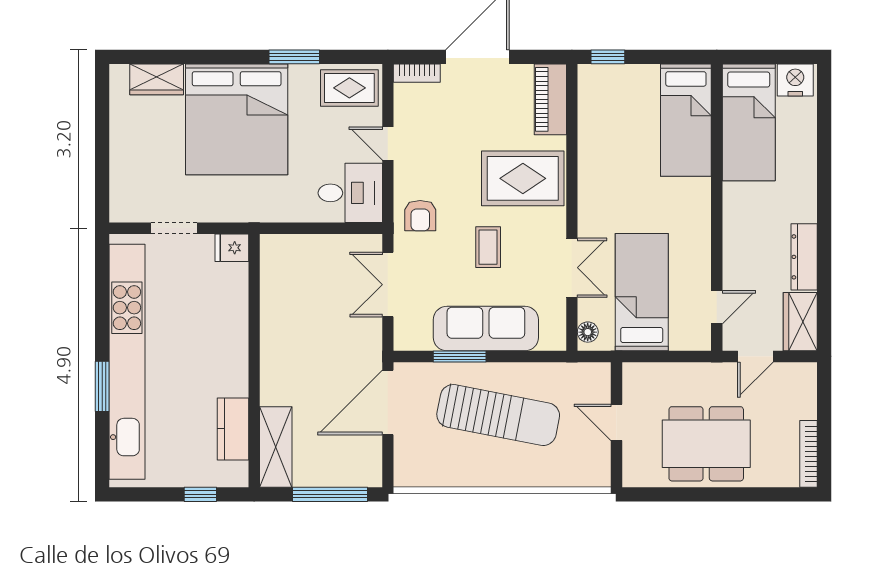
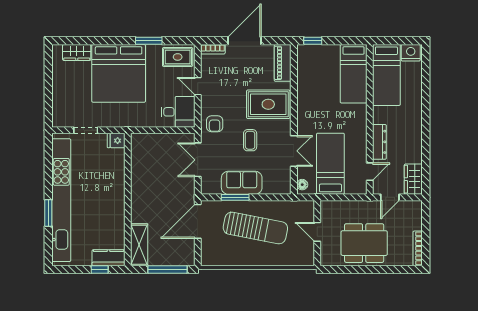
dresser: (804, 257) -> (379, 142), moved, turned 180
sofa: (486, 329) -> (242, 183), width x0.73
kitchen counter: (233, 429) -> (109, 258), moved, turned 90

